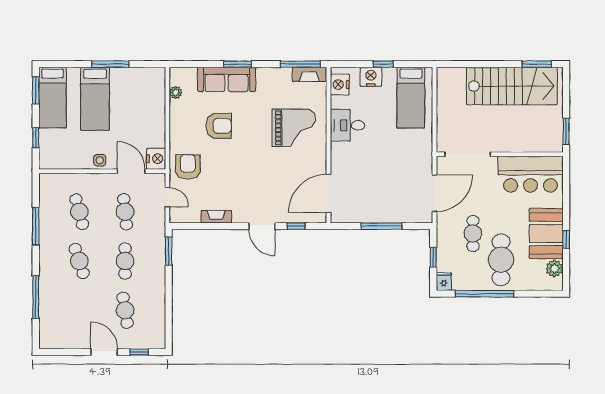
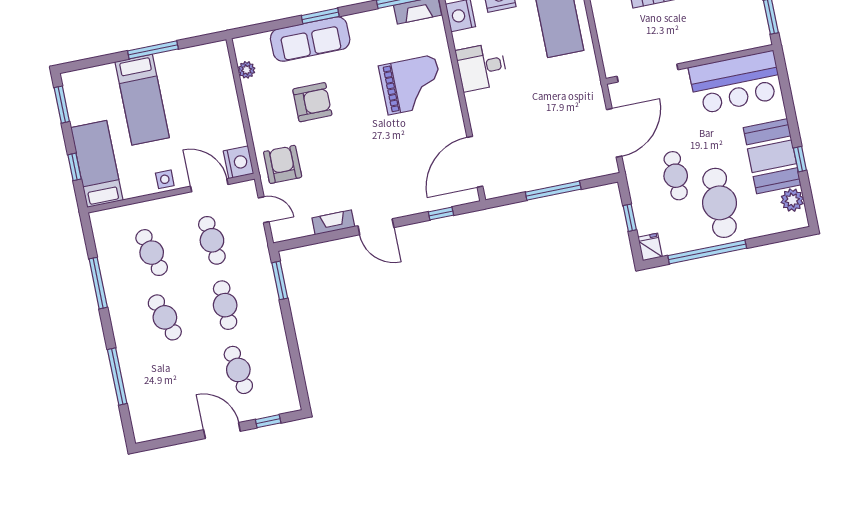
bed: (52, 98) -> (97, 164), moved, turned 180
door: (262, 226) -> (376, 227), moved

